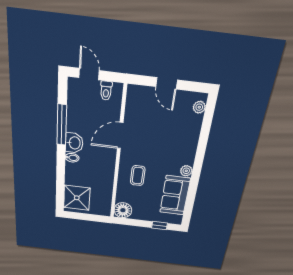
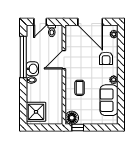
door: (89, 74) -> (40, 22), swing flipped
door: (167, 83) -> (90, 22), width x1.88
window: (62, 125) -> (23, 57), width x1.46
armchair: (181, 141) -> (106, 58), added
window: (159, 226) -> (78, 128), moved

